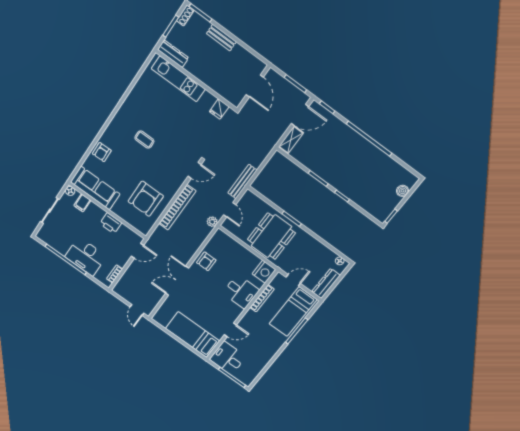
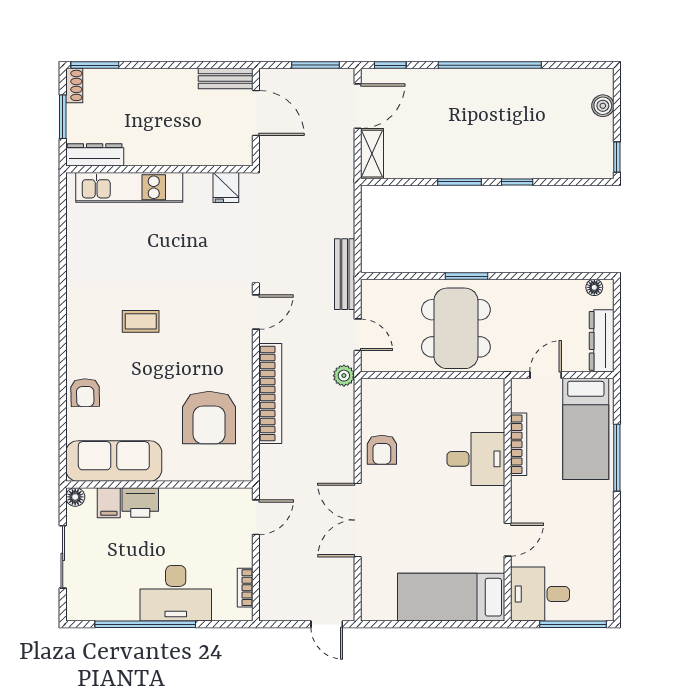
bench: (221, 38) -> (226, 78), moved
printer: (111, 223) -> (140, 502), moved
nightstand: (264, 272) -> (488, 397), removed

